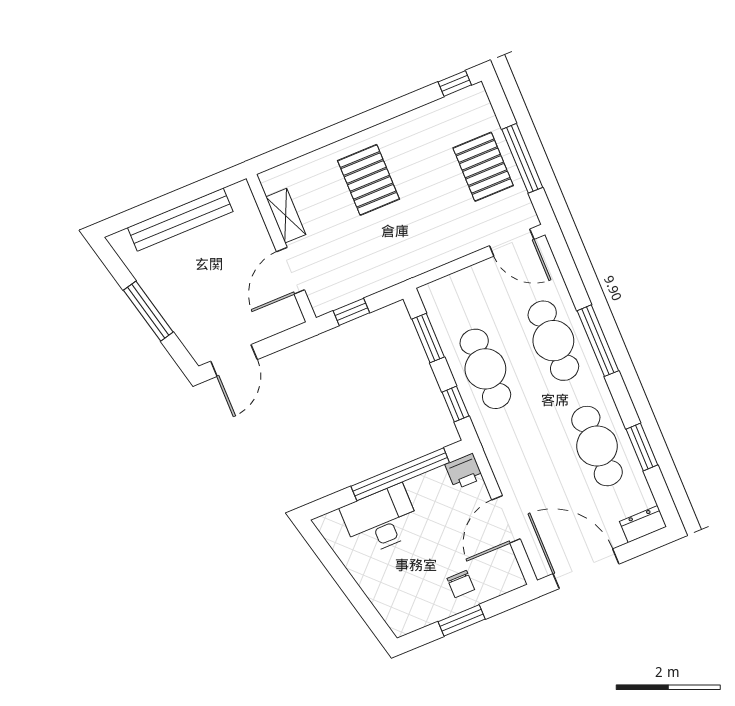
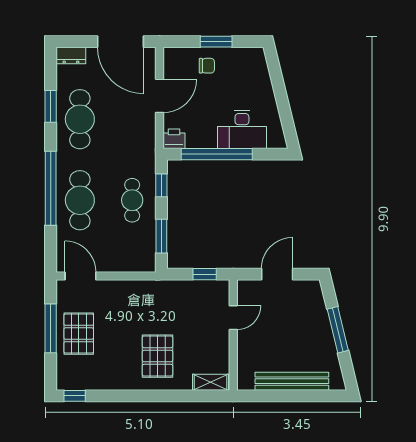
shelving: (286, 216) -> (210, 382), moved, turned 90
door: (291, 271) -> (233, 318), width x0.73
window: (598, 341) -> (51, 188), width x1.46
door: (234, 360) -> (277, 274), moved
cafe table: (485, 369) -> (132, 200), width x0.73, depth x0.74
chair: (461, 584) -> (207, 66), turned 90

